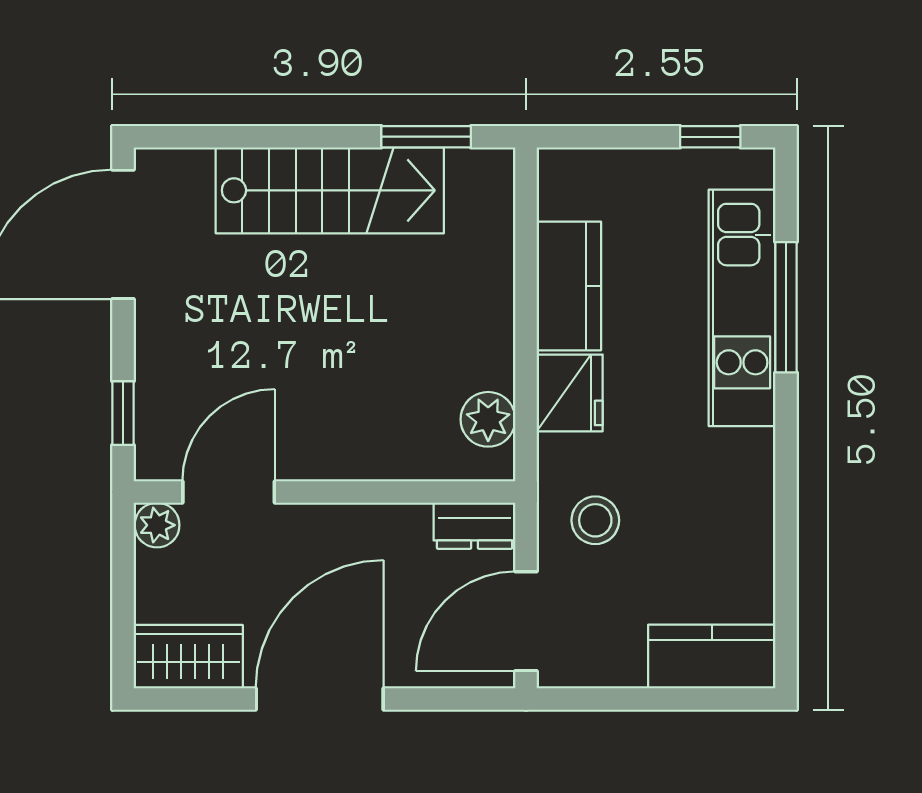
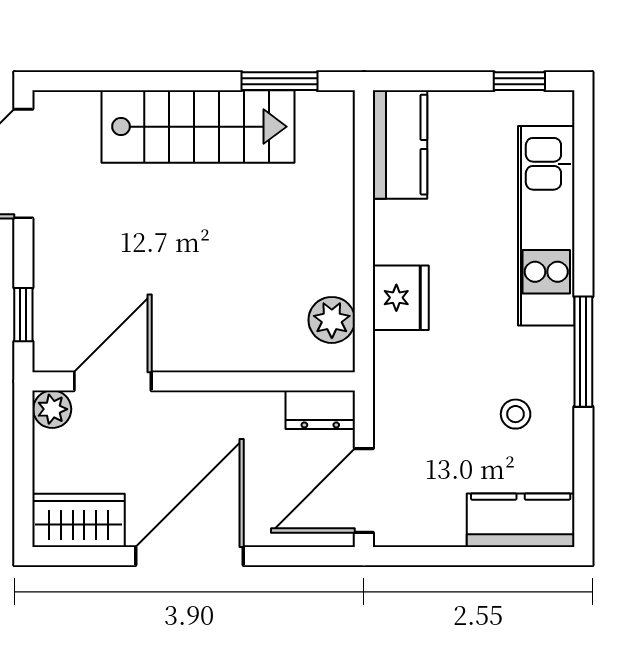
kitchen counter: (569, 286) -> (400, 145), moved
window: (786, 307) -> (583, 352), moved
stool: (595, 520) -> (516, 414), moved, width x0.73, depth x0.73

